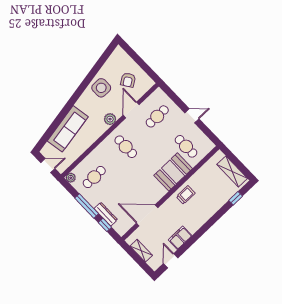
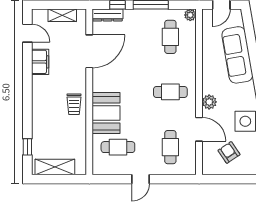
dresser: (106, 214) -> (108, 15), moved

